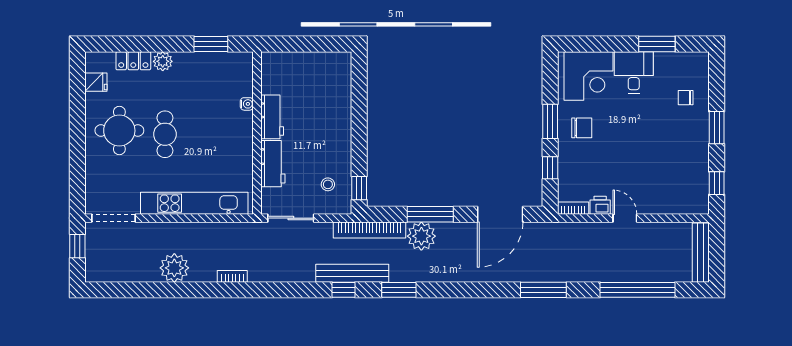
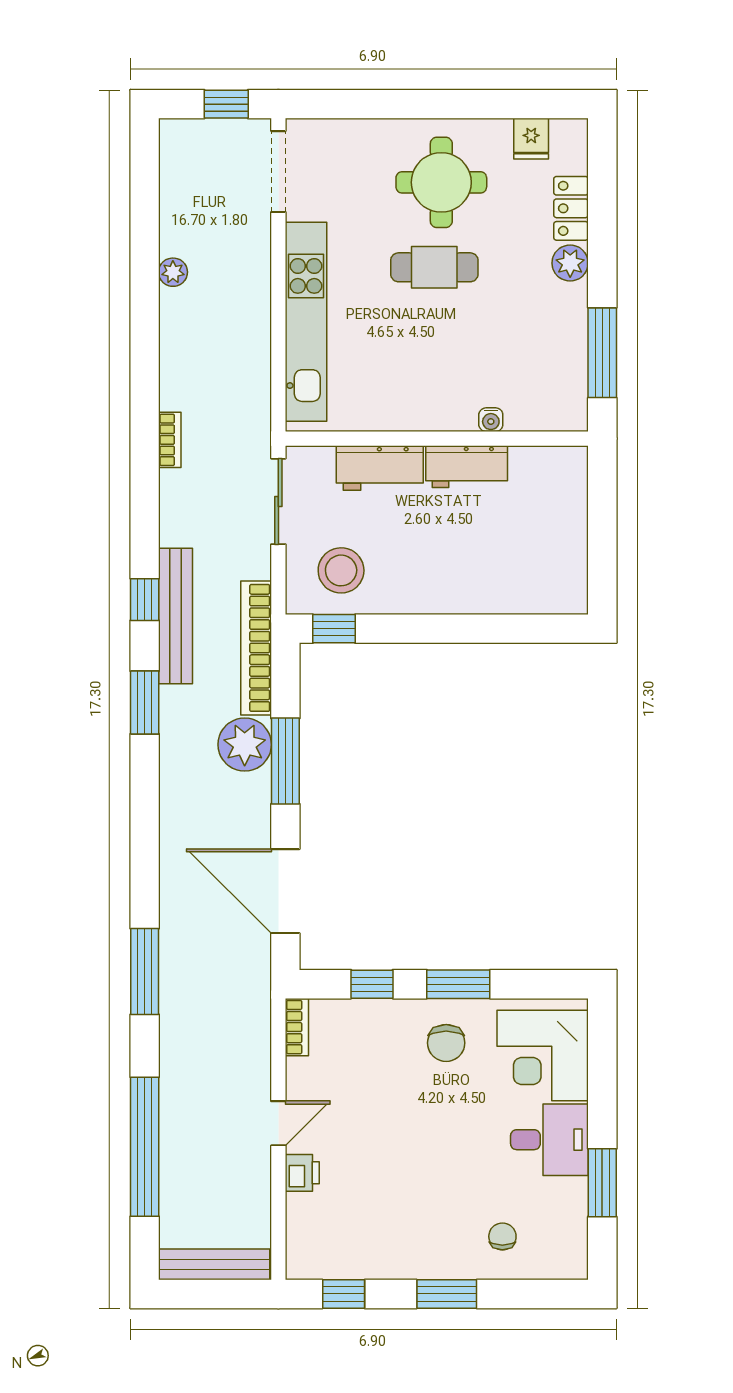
window: (211, 44) -> (602, 353), width x1.44
stool: (328, 184) -> (341, 570), width x1.89, depth x1.89
printer: (600, 205) -> (302, 1173), moved
plant: (174, 268) -> (173, 272), width x0.53, depth x0.53
bookcase: (232, 276) -> (170, 440), moved

